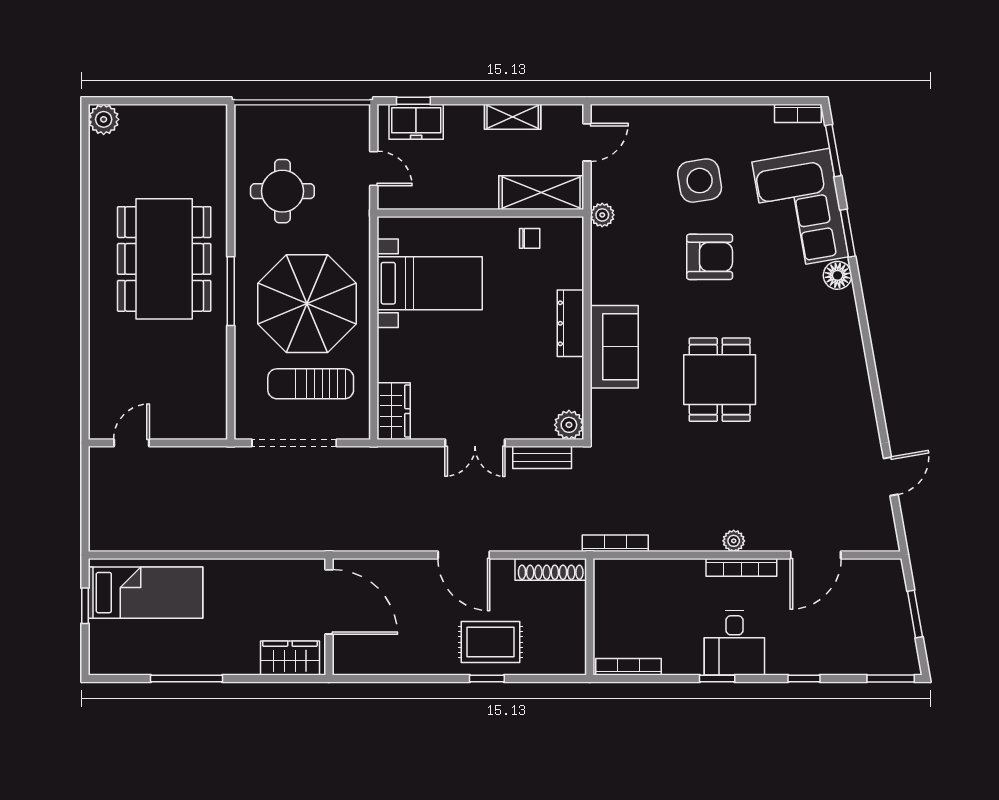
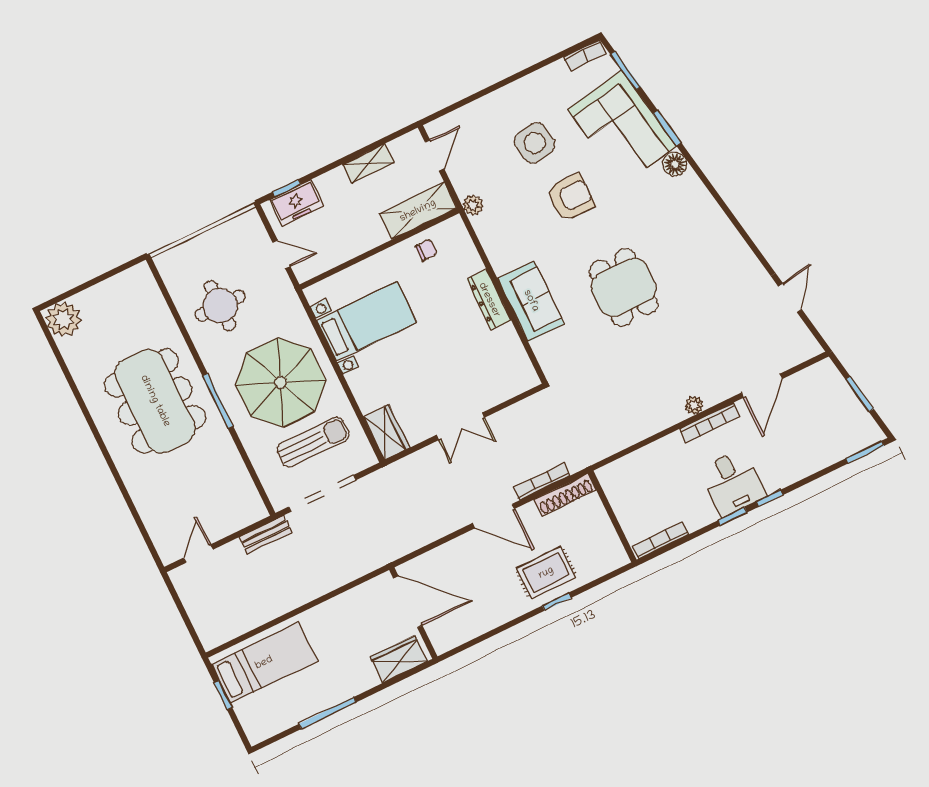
plant: (104, 119) -> (63, 319), width x1.36, depth x1.36
sun lounger: (311, 384) -> (313, 442), turned 180
plant: (569, 425) -> (525, 378), removed
bench: (542, 457) -> (265, 535), moved
bookcase: (615, 543) -> (542, 482), moved
window: (804, 678) -> (769, 498), moved

